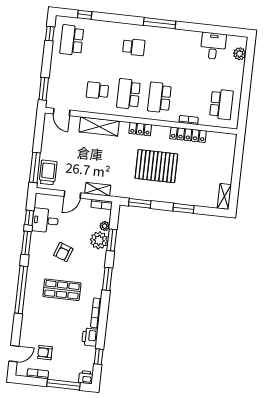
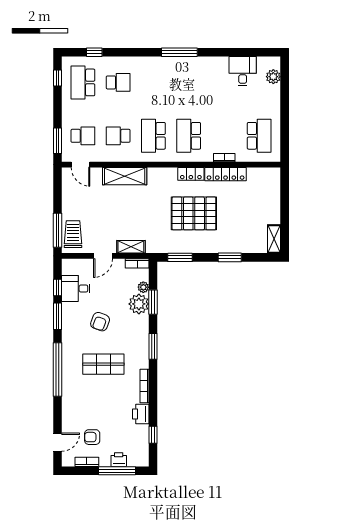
school desk: (134, 47) -> (118, 82), moved
school desk: (67, 87) -> (83, 136), added
locker: (140, 129) -> (191, 174), moved
printer: (86, 377) -> (119, 460), moved

